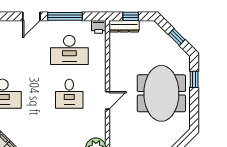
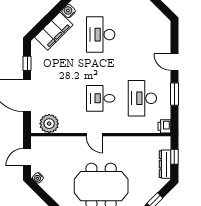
window: (65, 16) -> (174, 94), width x0.69
dresser: (124, 26) -> (165, 164), moved

